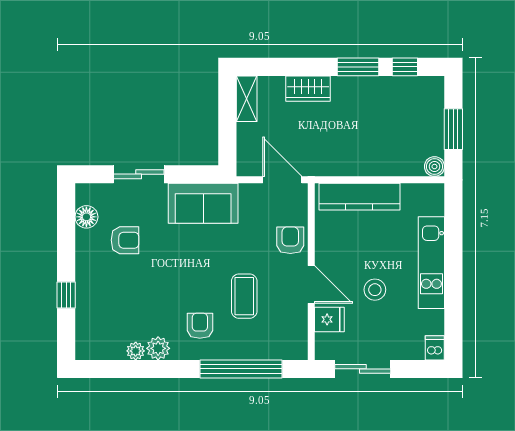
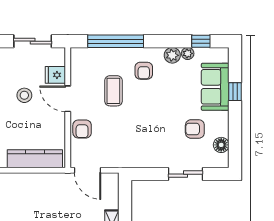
sofa: (203, 203) -> (215, 87), moved, turned -90
window: (116, 369) -> (201, 41), added

